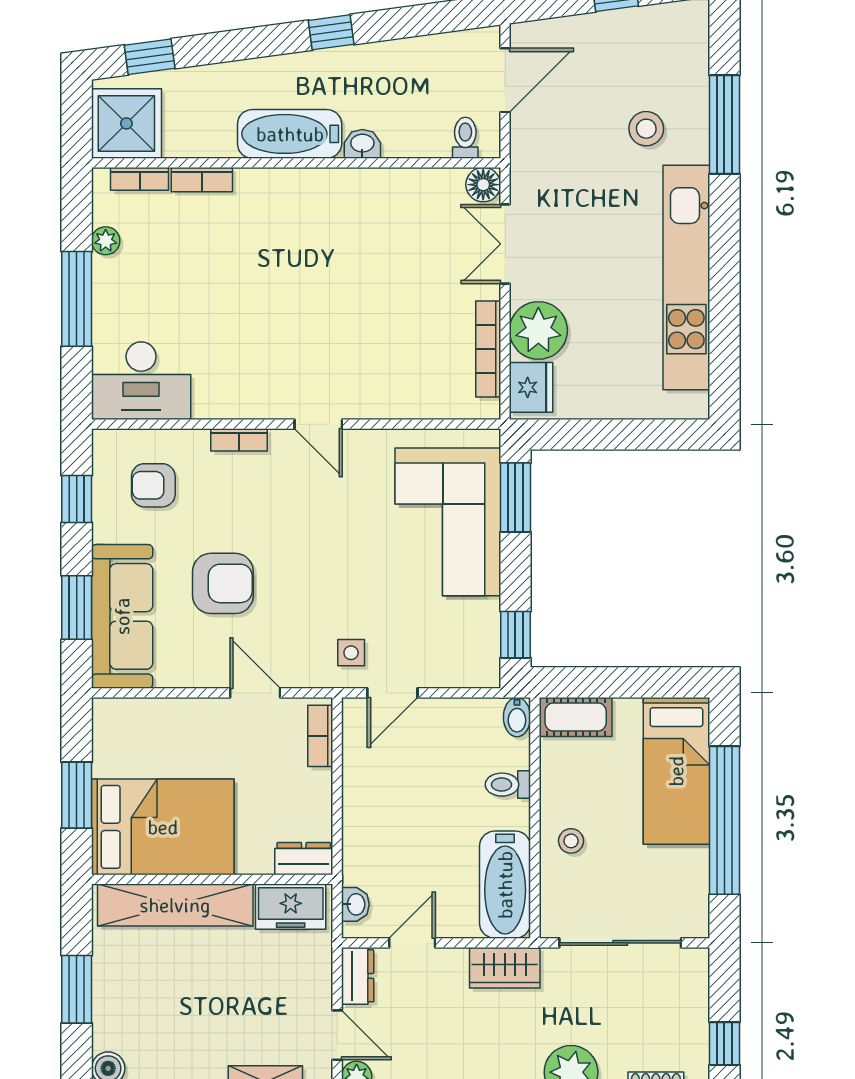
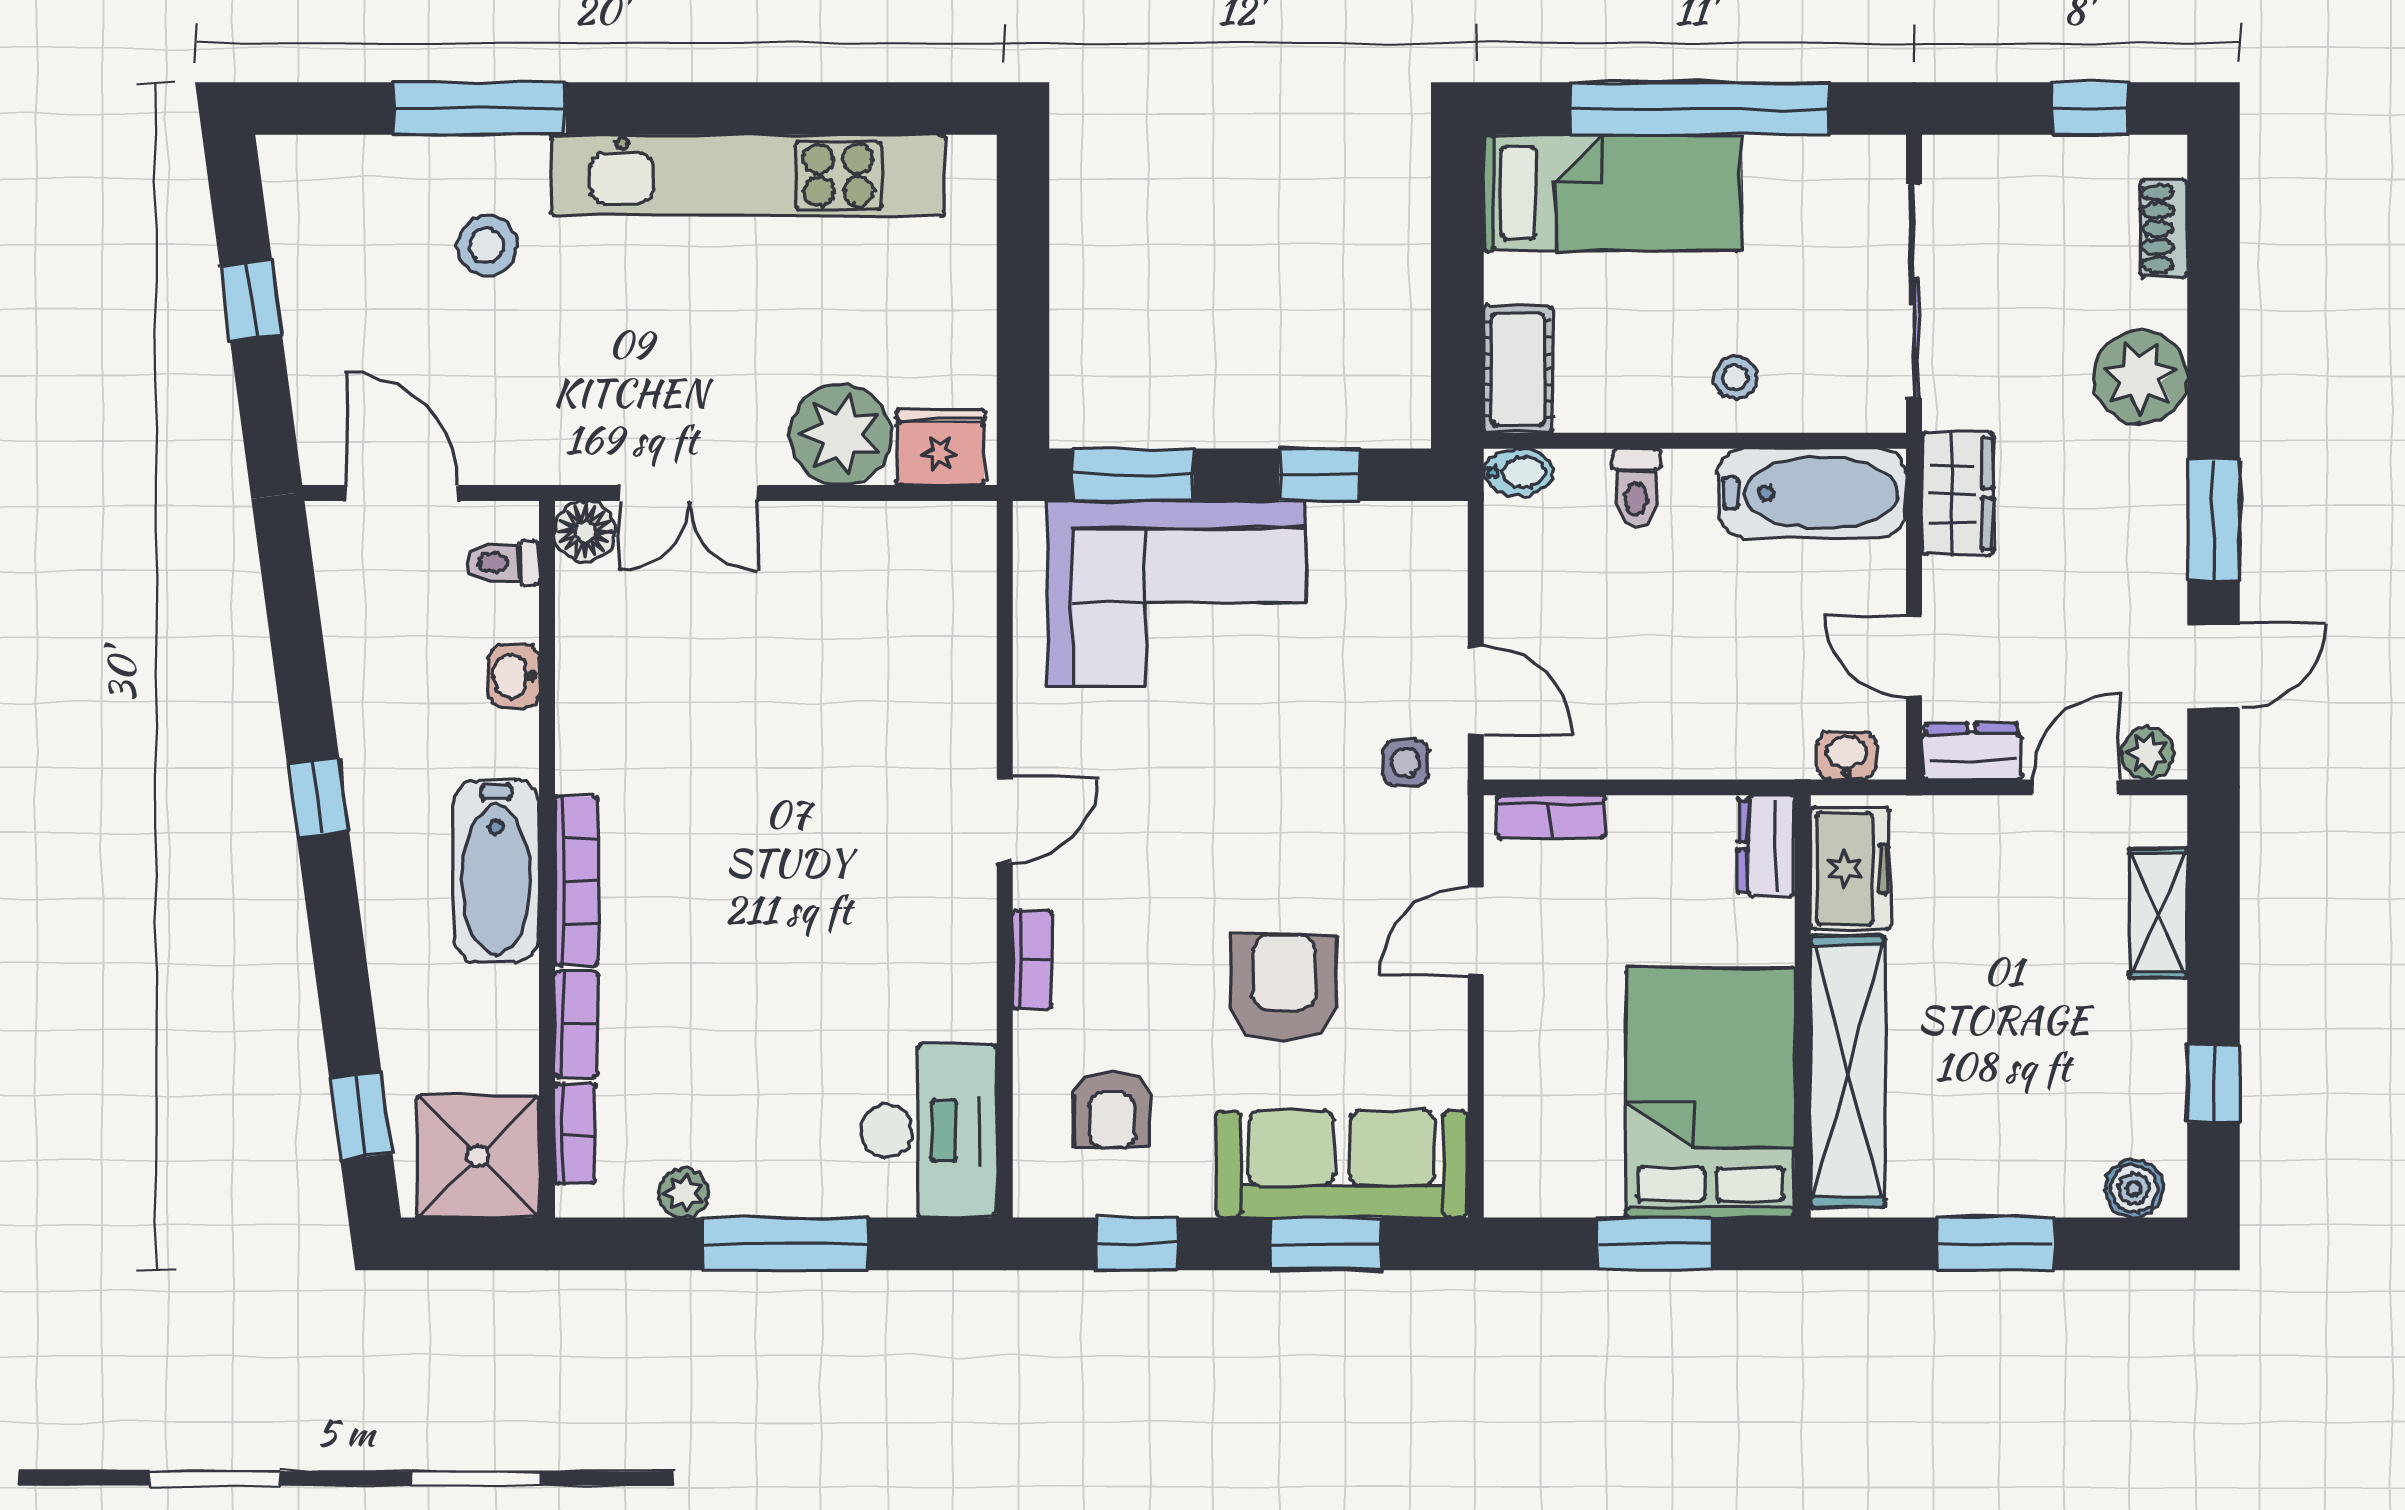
washbasin: (362, 144) -> (514, 676), moved
bookcase: (488, 349) -> (576, 881), moved, turned -90
window: (515, 635) -> (1319, 475), moved

